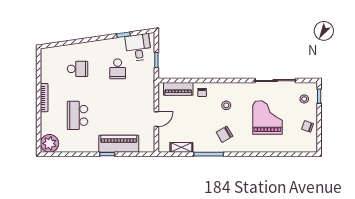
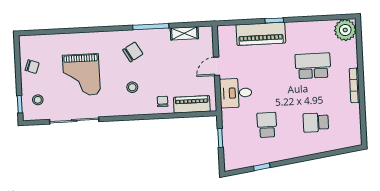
desk: (138, 47) -> (236, 93), moved, turned 98
school desk: (77, 115) -> (313, 66), turned -90

